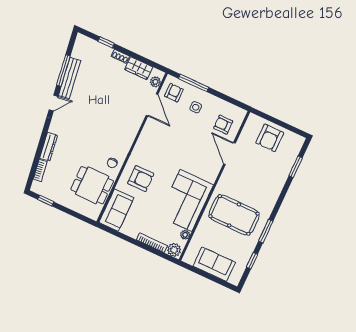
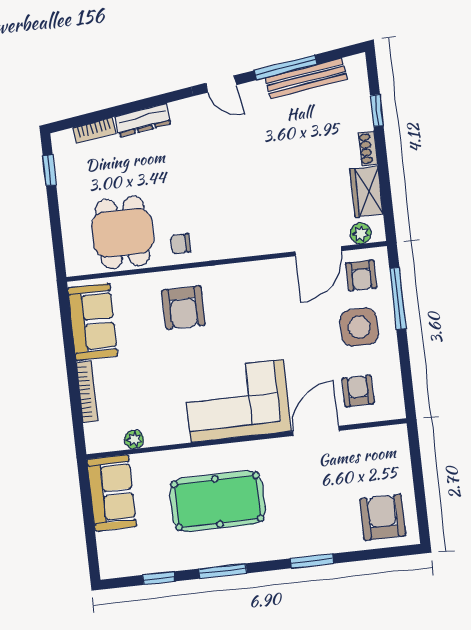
bench: (70, 78) -> (306, 79), moved
armchair: (174, 93) -> (361, 276), turned 90
side table: (196, 107) -> (359, 327), width x1.87, depth x1.87
armchair: (270, 138) -> (383, 517), moved, turned 90
window: (296, 167) -> (312, 561), moved
corner sofa: (186, 200) -> (237, 401), moved
sofa: (116, 210) -> (93, 322), moved, turned -90
pool table: (234, 215) -> (218, 501), turned 90
plant: (174, 250) -> (98, 436), removed
sofa: (214, 264) -> (112, 493), moved

